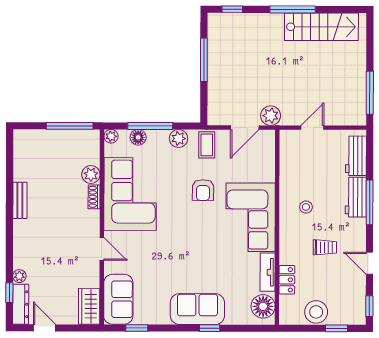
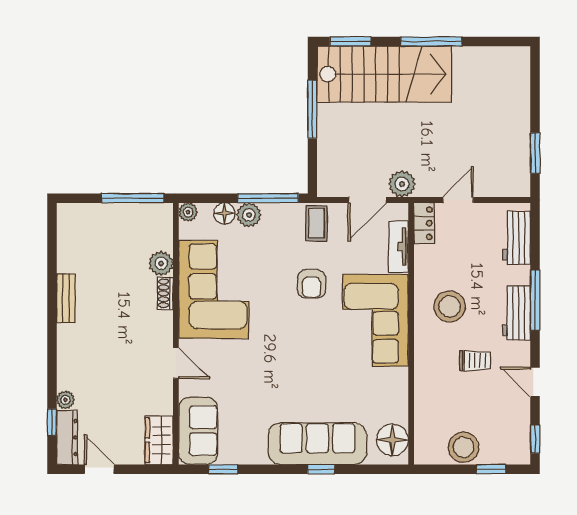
window: (232, 9) -> (350, 41), width x1.50
stairs: (321, 27) -> (384, 74), moved, width x1.36, depth x1.51
window: (370, 93) -> (535, 153), width x0.69
window: (150, 126) -> (268, 198), moved
plant: (178, 139) -> (249, 215), moved
workbench: (356, 197) -> (517, 313), moved
stool: (306, 207) -> (450, 307), width x1.89, depth x1.89
tv unit: (268, 272) -> (398, 247), moved
locker: (287, 280) -> (424, 223), moved
sofa: (197, 309) -> (317, 444), width x1.36

